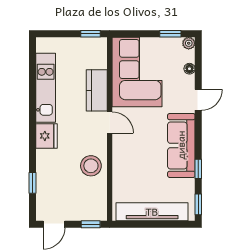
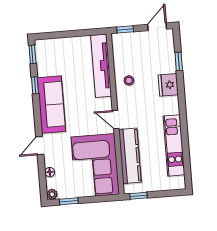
kitchen counter: (97, 90) -> (130, 156), width x1.50
fridge: (46, 136) -> (168, 85), moved
stool: (91, 166) -> (129, 80), width x0.53, depth x0.53
tv unit: (152, 212) -> (101, 66), moved, turned 90

